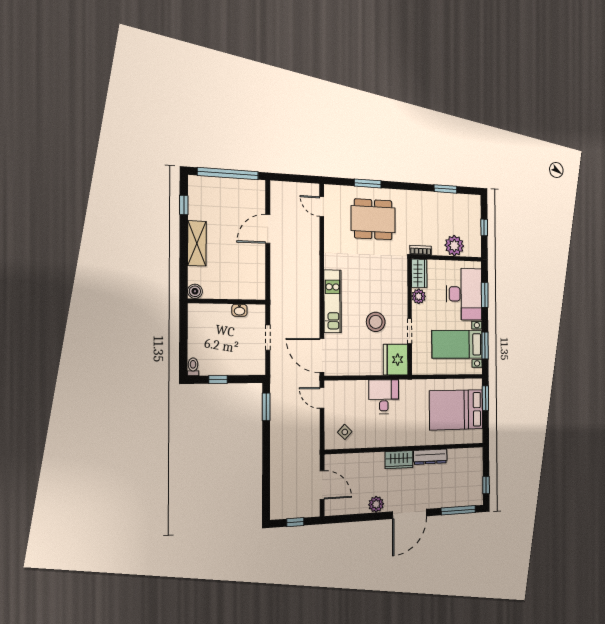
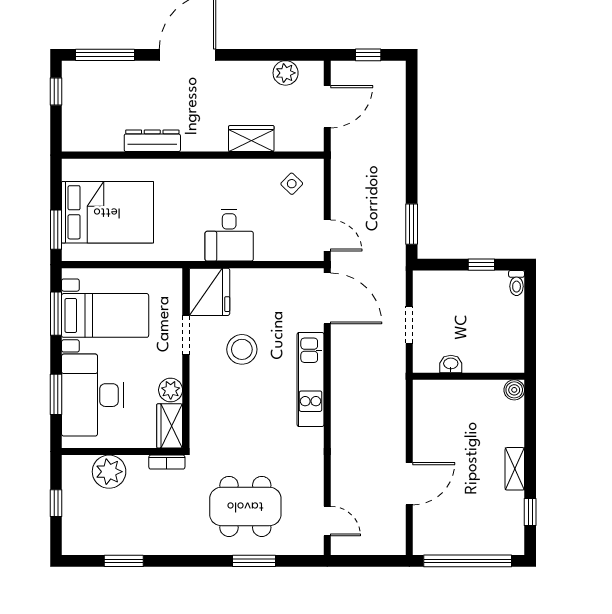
shelving: (197, 243) -> (515, 469), width x0.67, depth x0.75
wardrobe: (399, 460) -> (251, 139), moved
door: (322, 485) -> (327, 107), swing flipped
plant: (376, 504) -> (286, 73), moved

